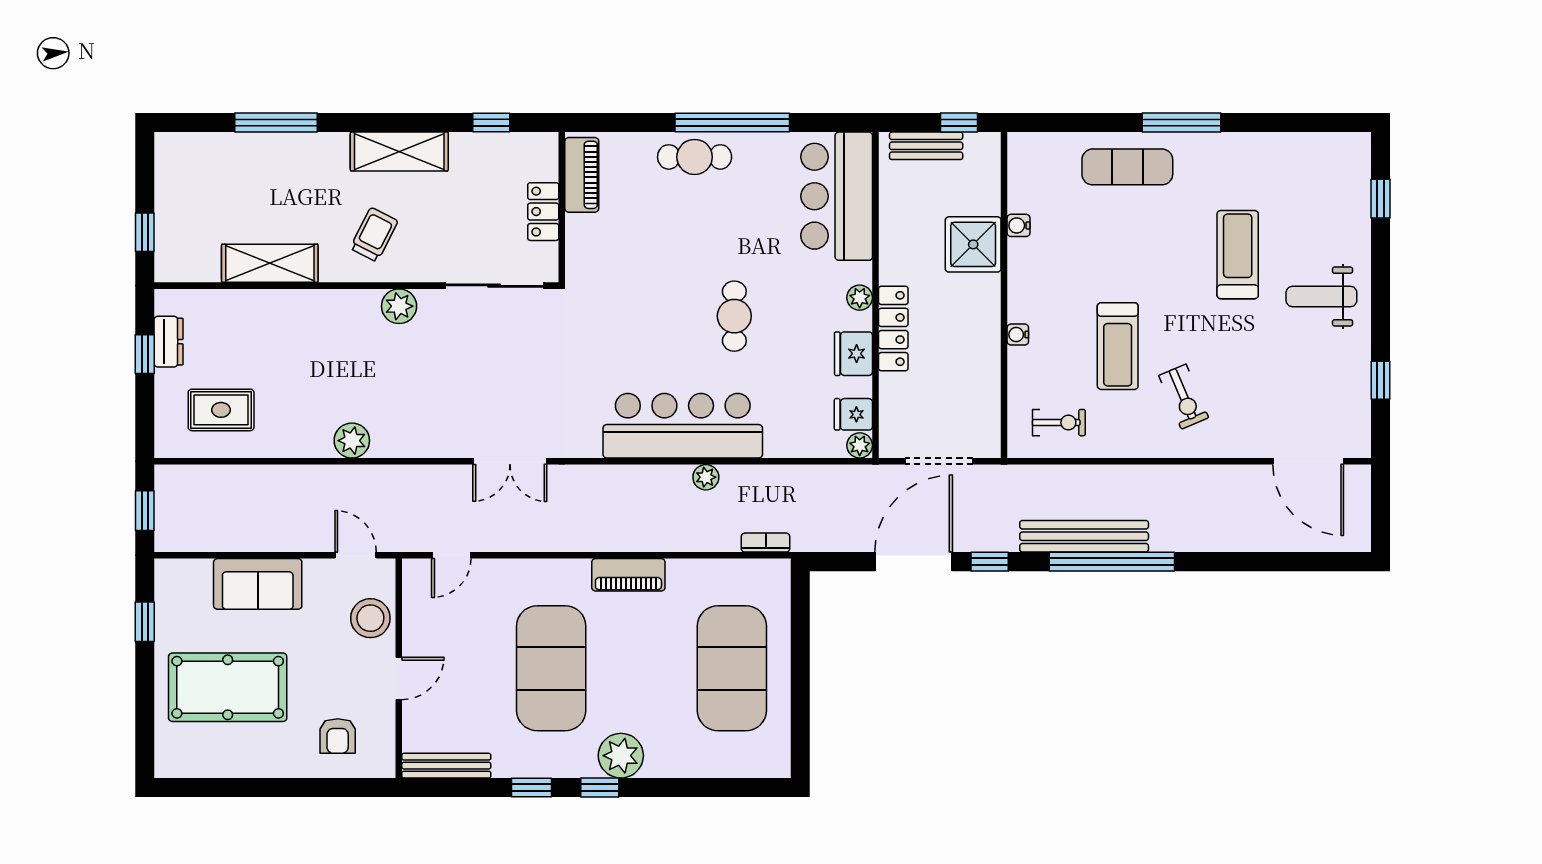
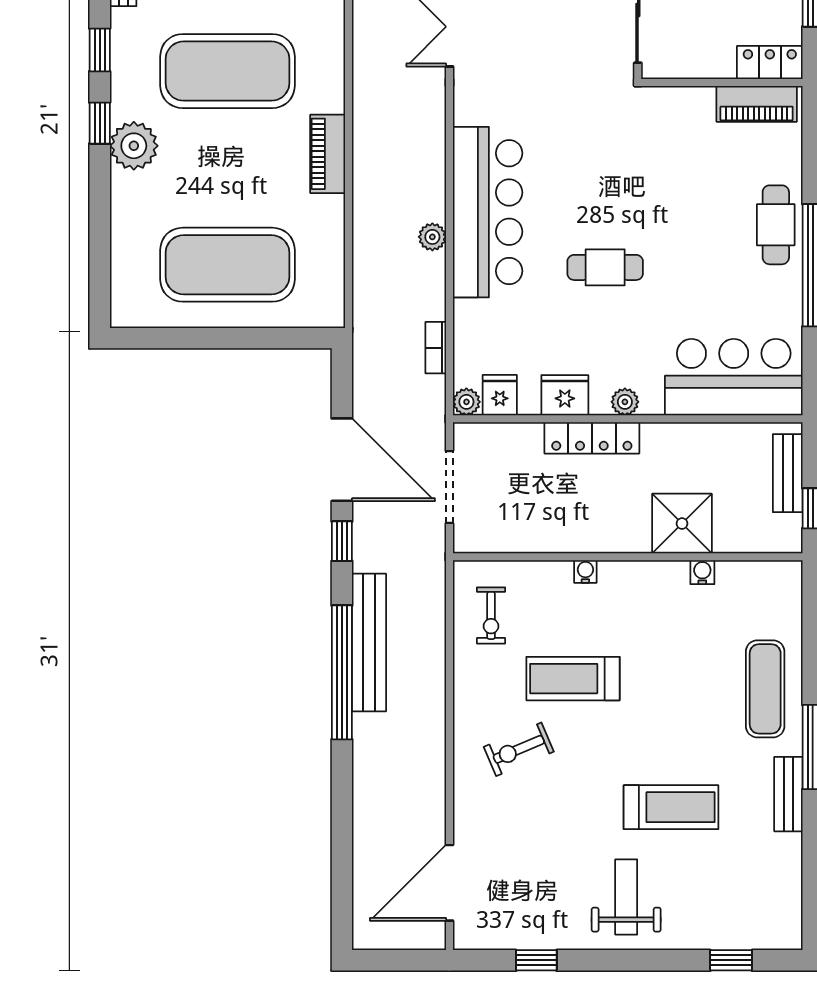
bench: (1225, 145) -> (788, 794), added
locker: (543, 212) -> (770, 63), moved
bookcase: (766, 543) -> (436, 348), moved, turned 180

